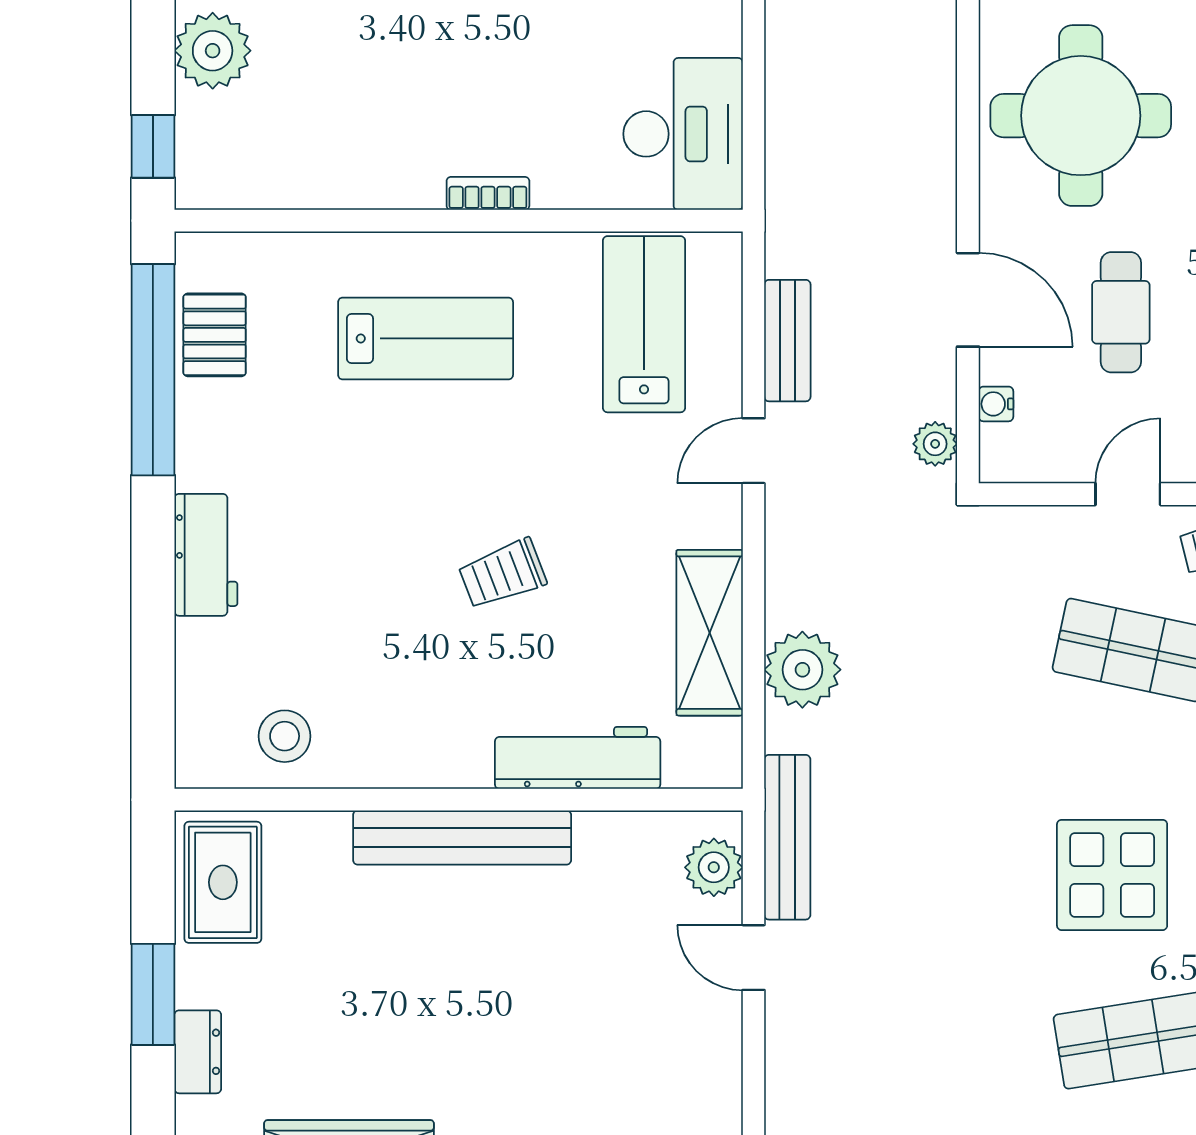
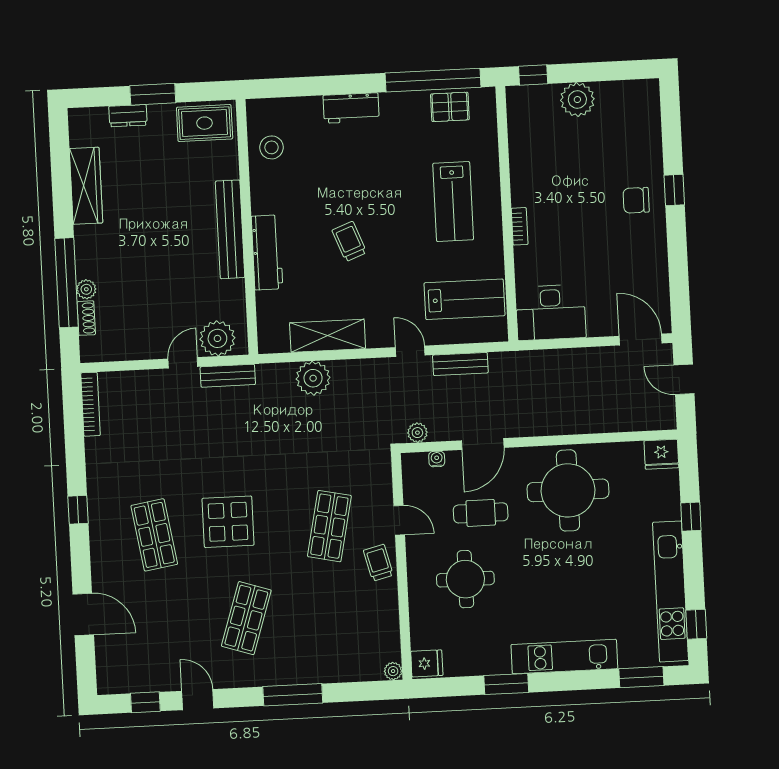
workbench: (578, 758) -> (267, 252), moved
bench: (787, 837) -> (228, 376), width x0.73
plant: (714, 867) -> (217, 338), width x1.36, depth x1.36

